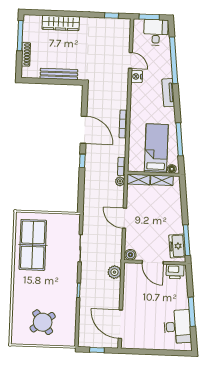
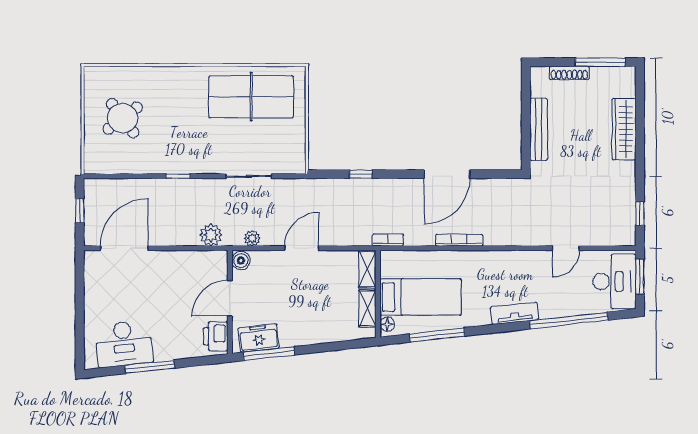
desk: (156, 32) -> (614, 281), width x1.37
nightstand: (137, 76) -> (539, 260), removed
window: (82, 161) -> (361, 174), moved
plant: (120, 181) -> (252, 238), moved

